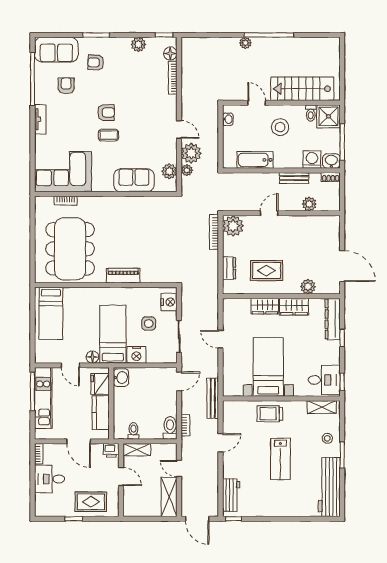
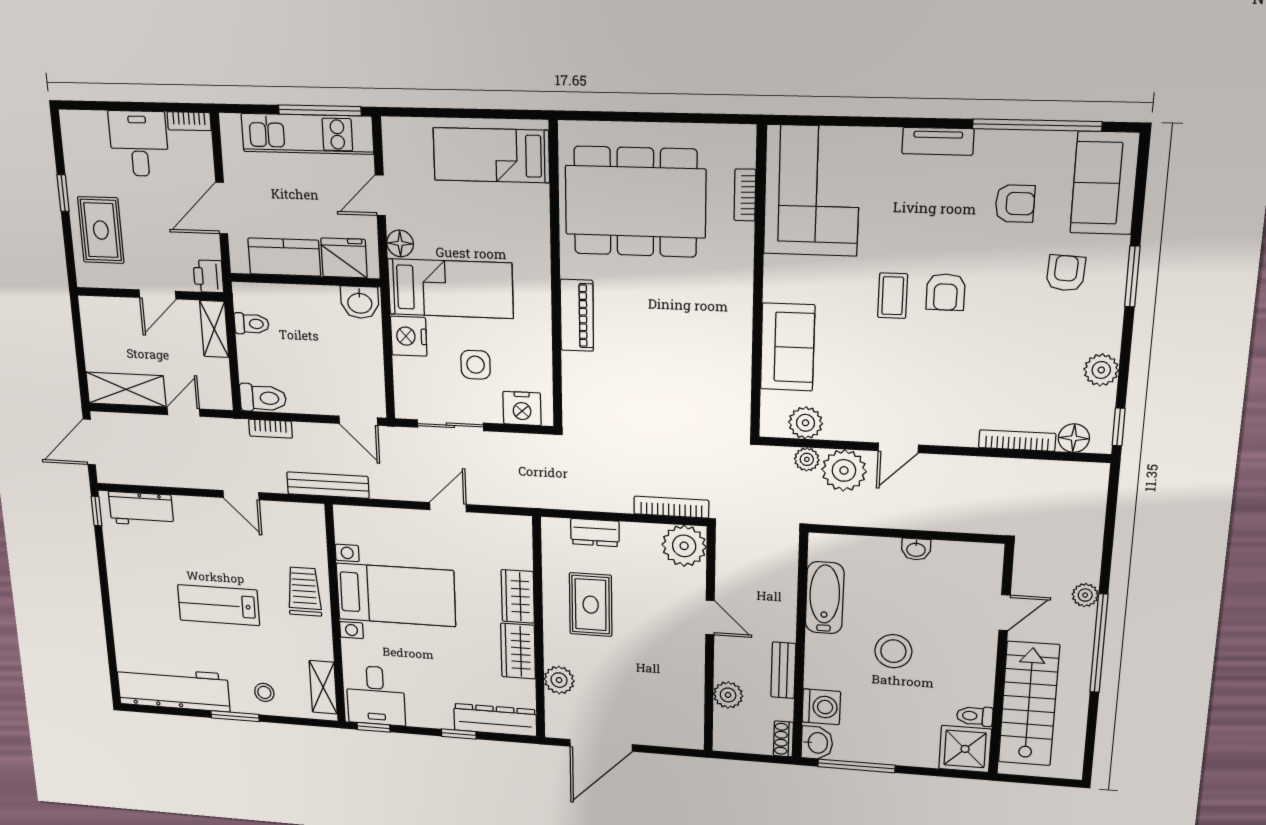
stairs: (302, 89) -> (1029, 704), moved
door: (257, 103) -> (1005, 613), moved
wall: (281, 103) -> (1001, 661), moved
toilet: (311, 113) -> (975, 716), moved
shower: (328, 116) -> (965, 749), moved

